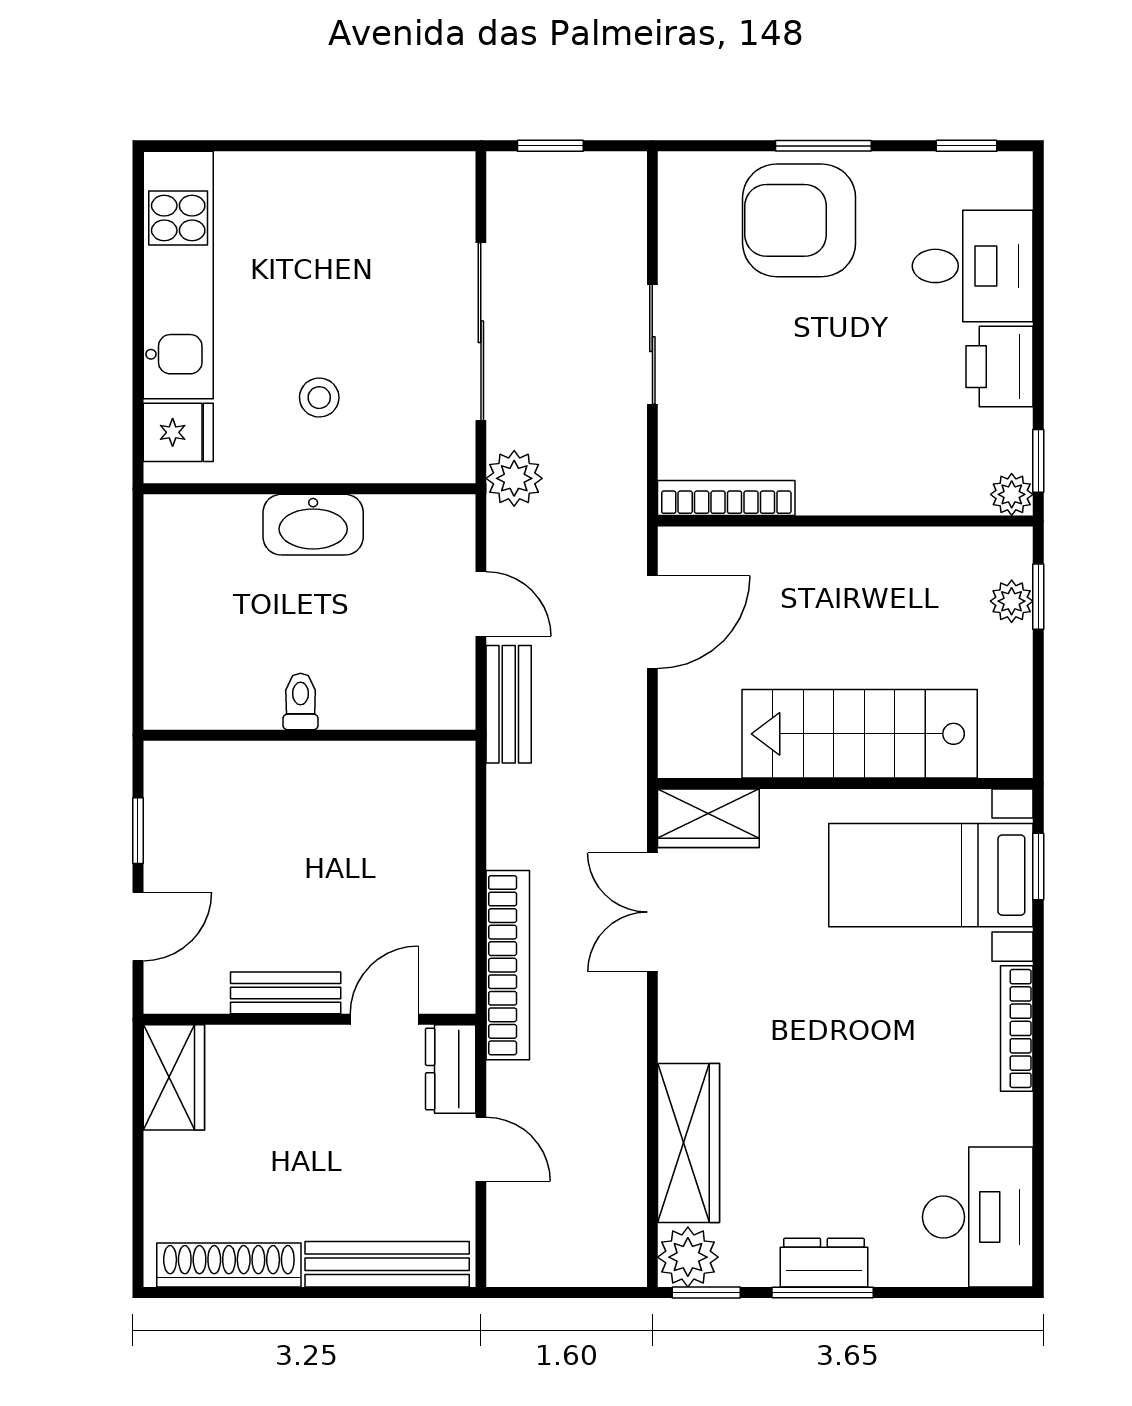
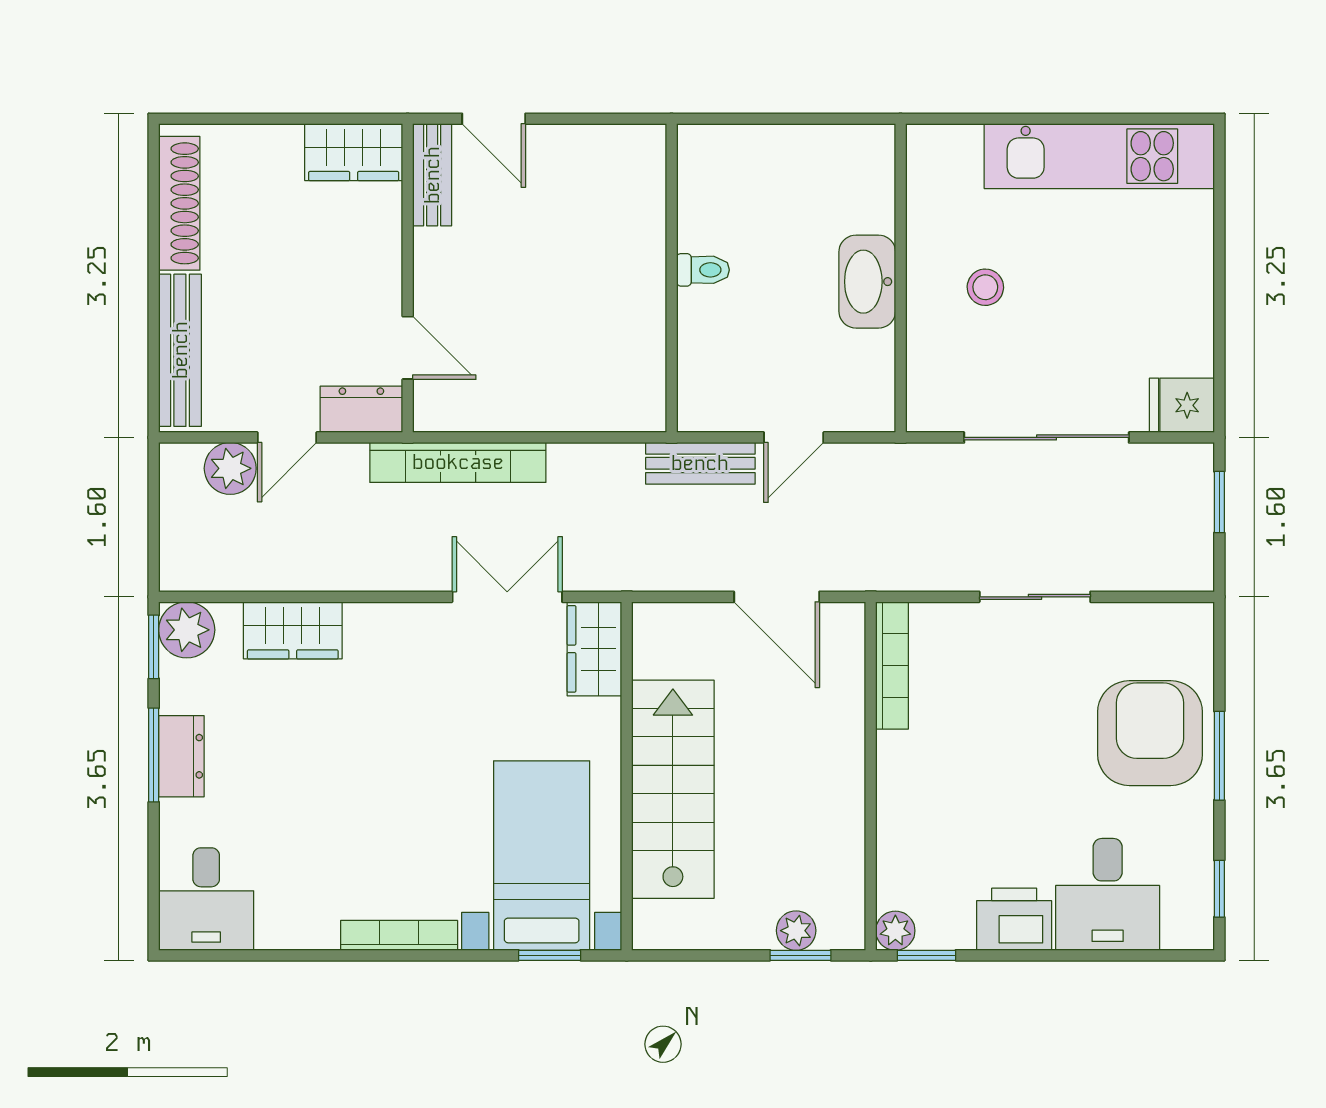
fridge: (178, 432) -> (1182, 405), moved, turned 90
plant: (514, 478) -> (230, 468), moved
window: (138, 831) -> (583, 119), removed
bench: (286, 993) -> (432, 175), moved
wardrobe: (689, 1143) -> (293, 630), width x0.67
desk: (978, 1217) -> (206, 899), width x0.73

